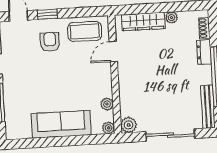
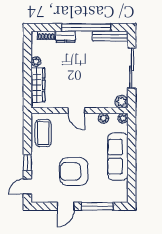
armchair: (50, 42) -> (74, 172), moved, width x1.88, depth x1.88
door: (113, 51) -> (76, 111), moved

